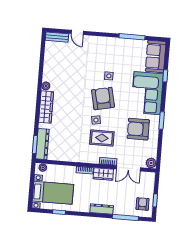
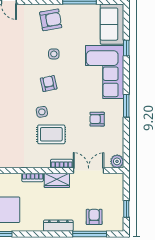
armchair: (109, 49) -> (51, 20), added
armchair: (103, 99) -> (49, 84), width x0.53, depth x0.53
armchair: (138, 129) -> (97, 119), width x0.53, depth x0.53
double door: (128, 168) -> (89, 171), swing flipped
armchair: (143, 204) -> (94, 217), moved

